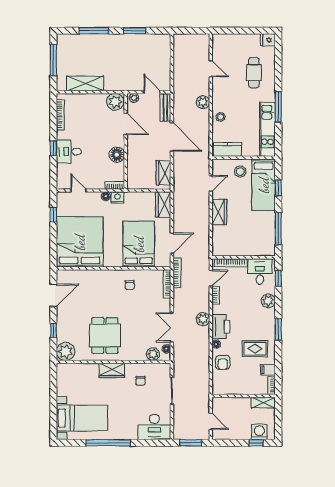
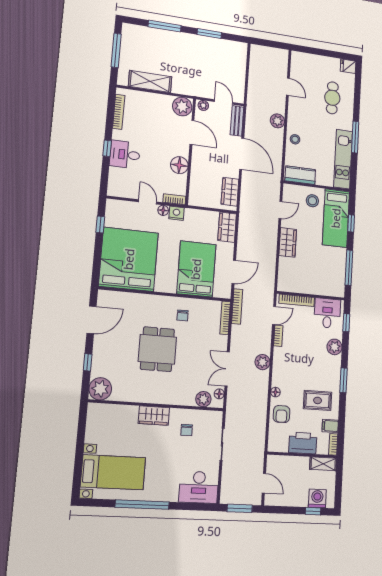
door: (78, 191) -> (148, 202), moved
printer: (221, 327) -> (303, 443), moved, turned -90
dining table: (105, 335) -> (157, 349), moved

